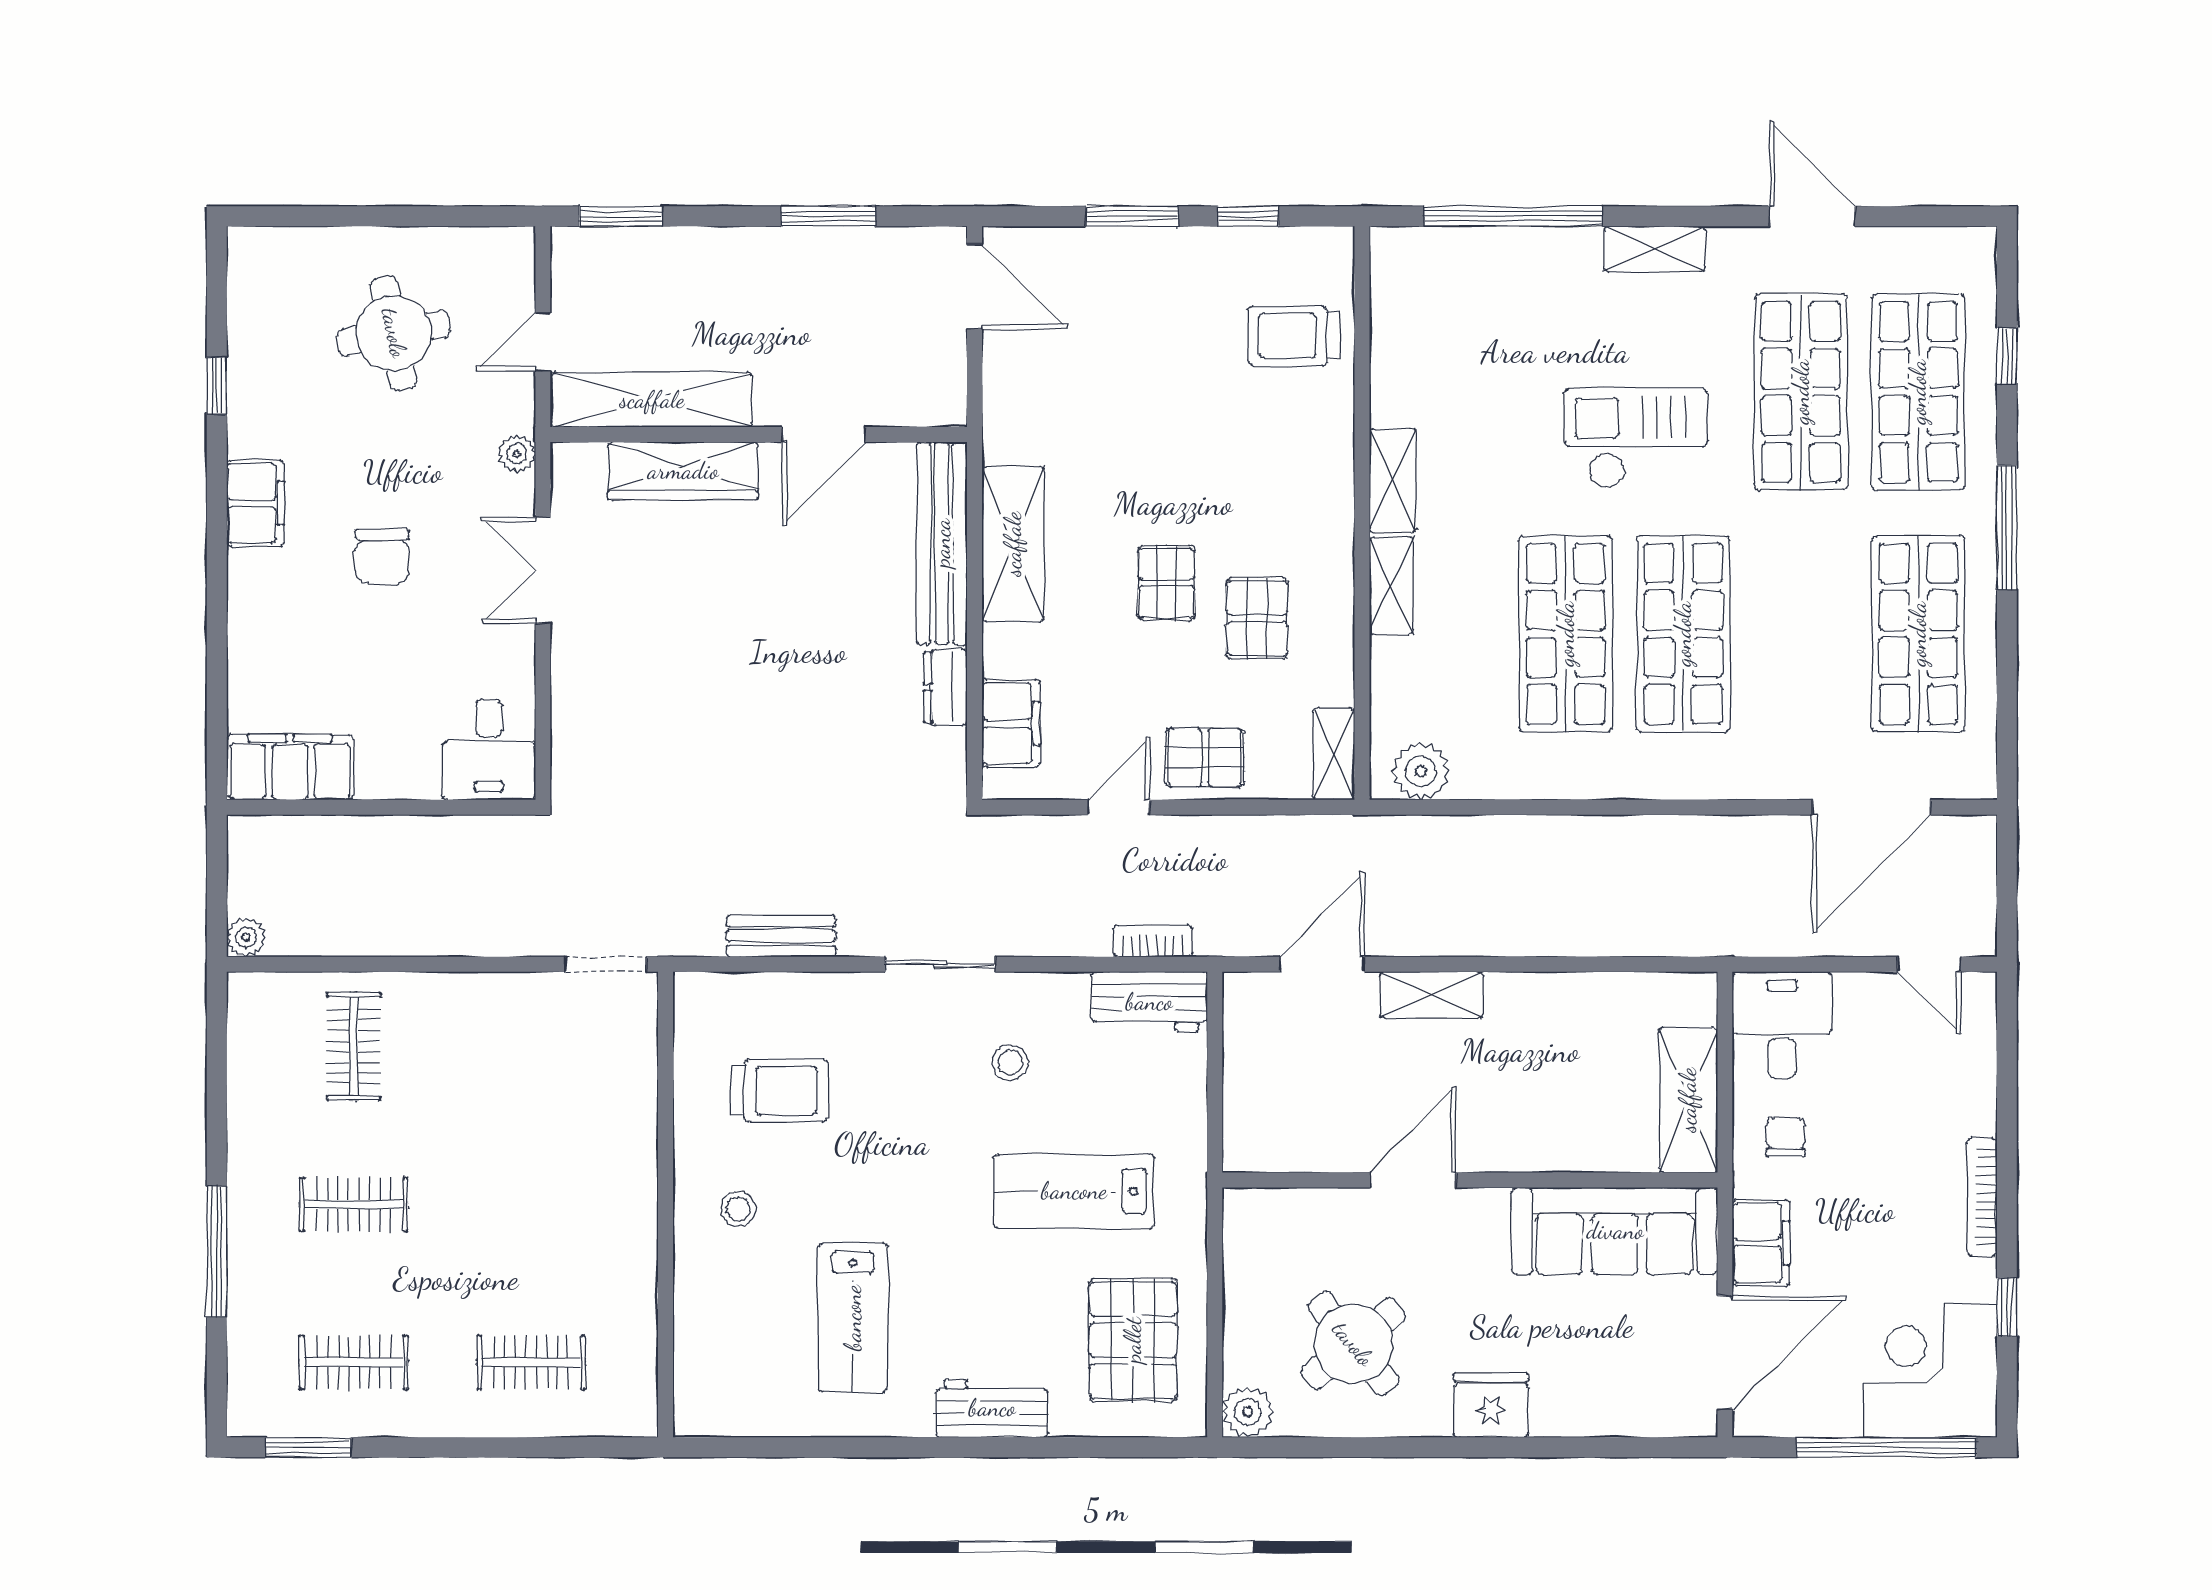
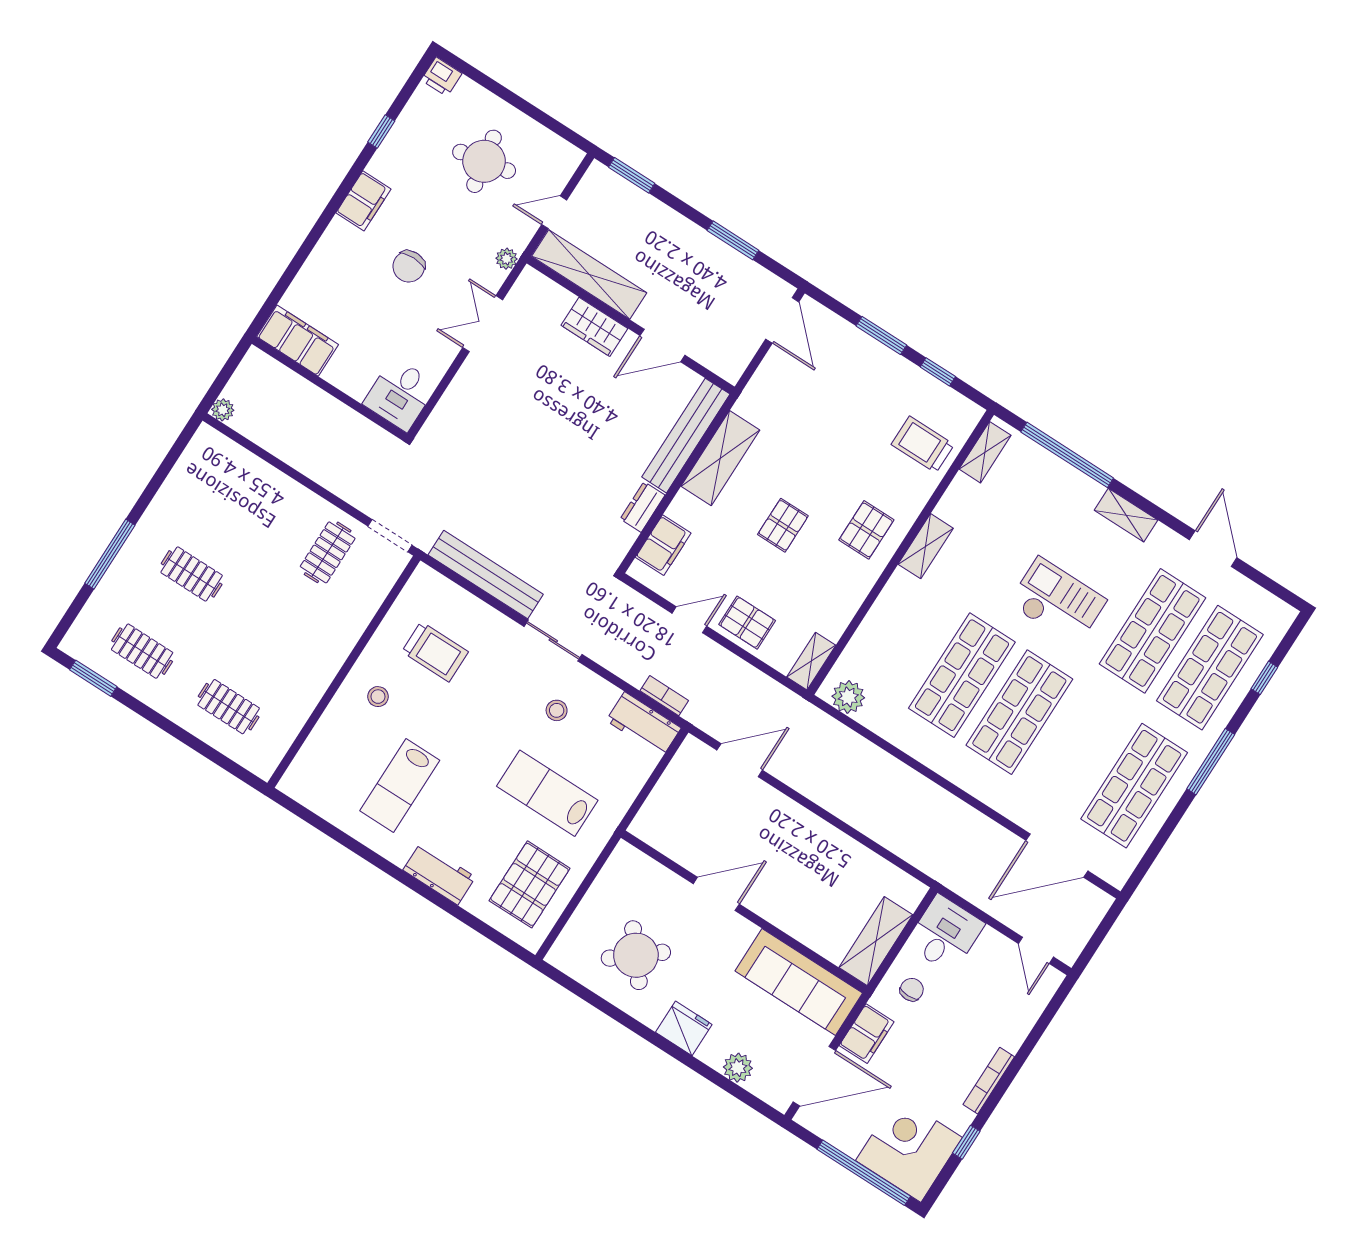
printer: (253, 250) -> (442, 77), added
wardrobe: (683, 471) -> (594, 327), width x0.67
shelving: (1391, 585) -> (985, 452), moved
pallet: (1257, 618) -> (866, 530), moved
bench: (781, 936) -> (486, 575), width x1.86, depth x1.21
shelving: (1431, 995) -> (783, 809), removed
clothes rail: (354, 1047) -> (328, 552), moved
plant: (1248, 1412) -> (738, 1068), moved

